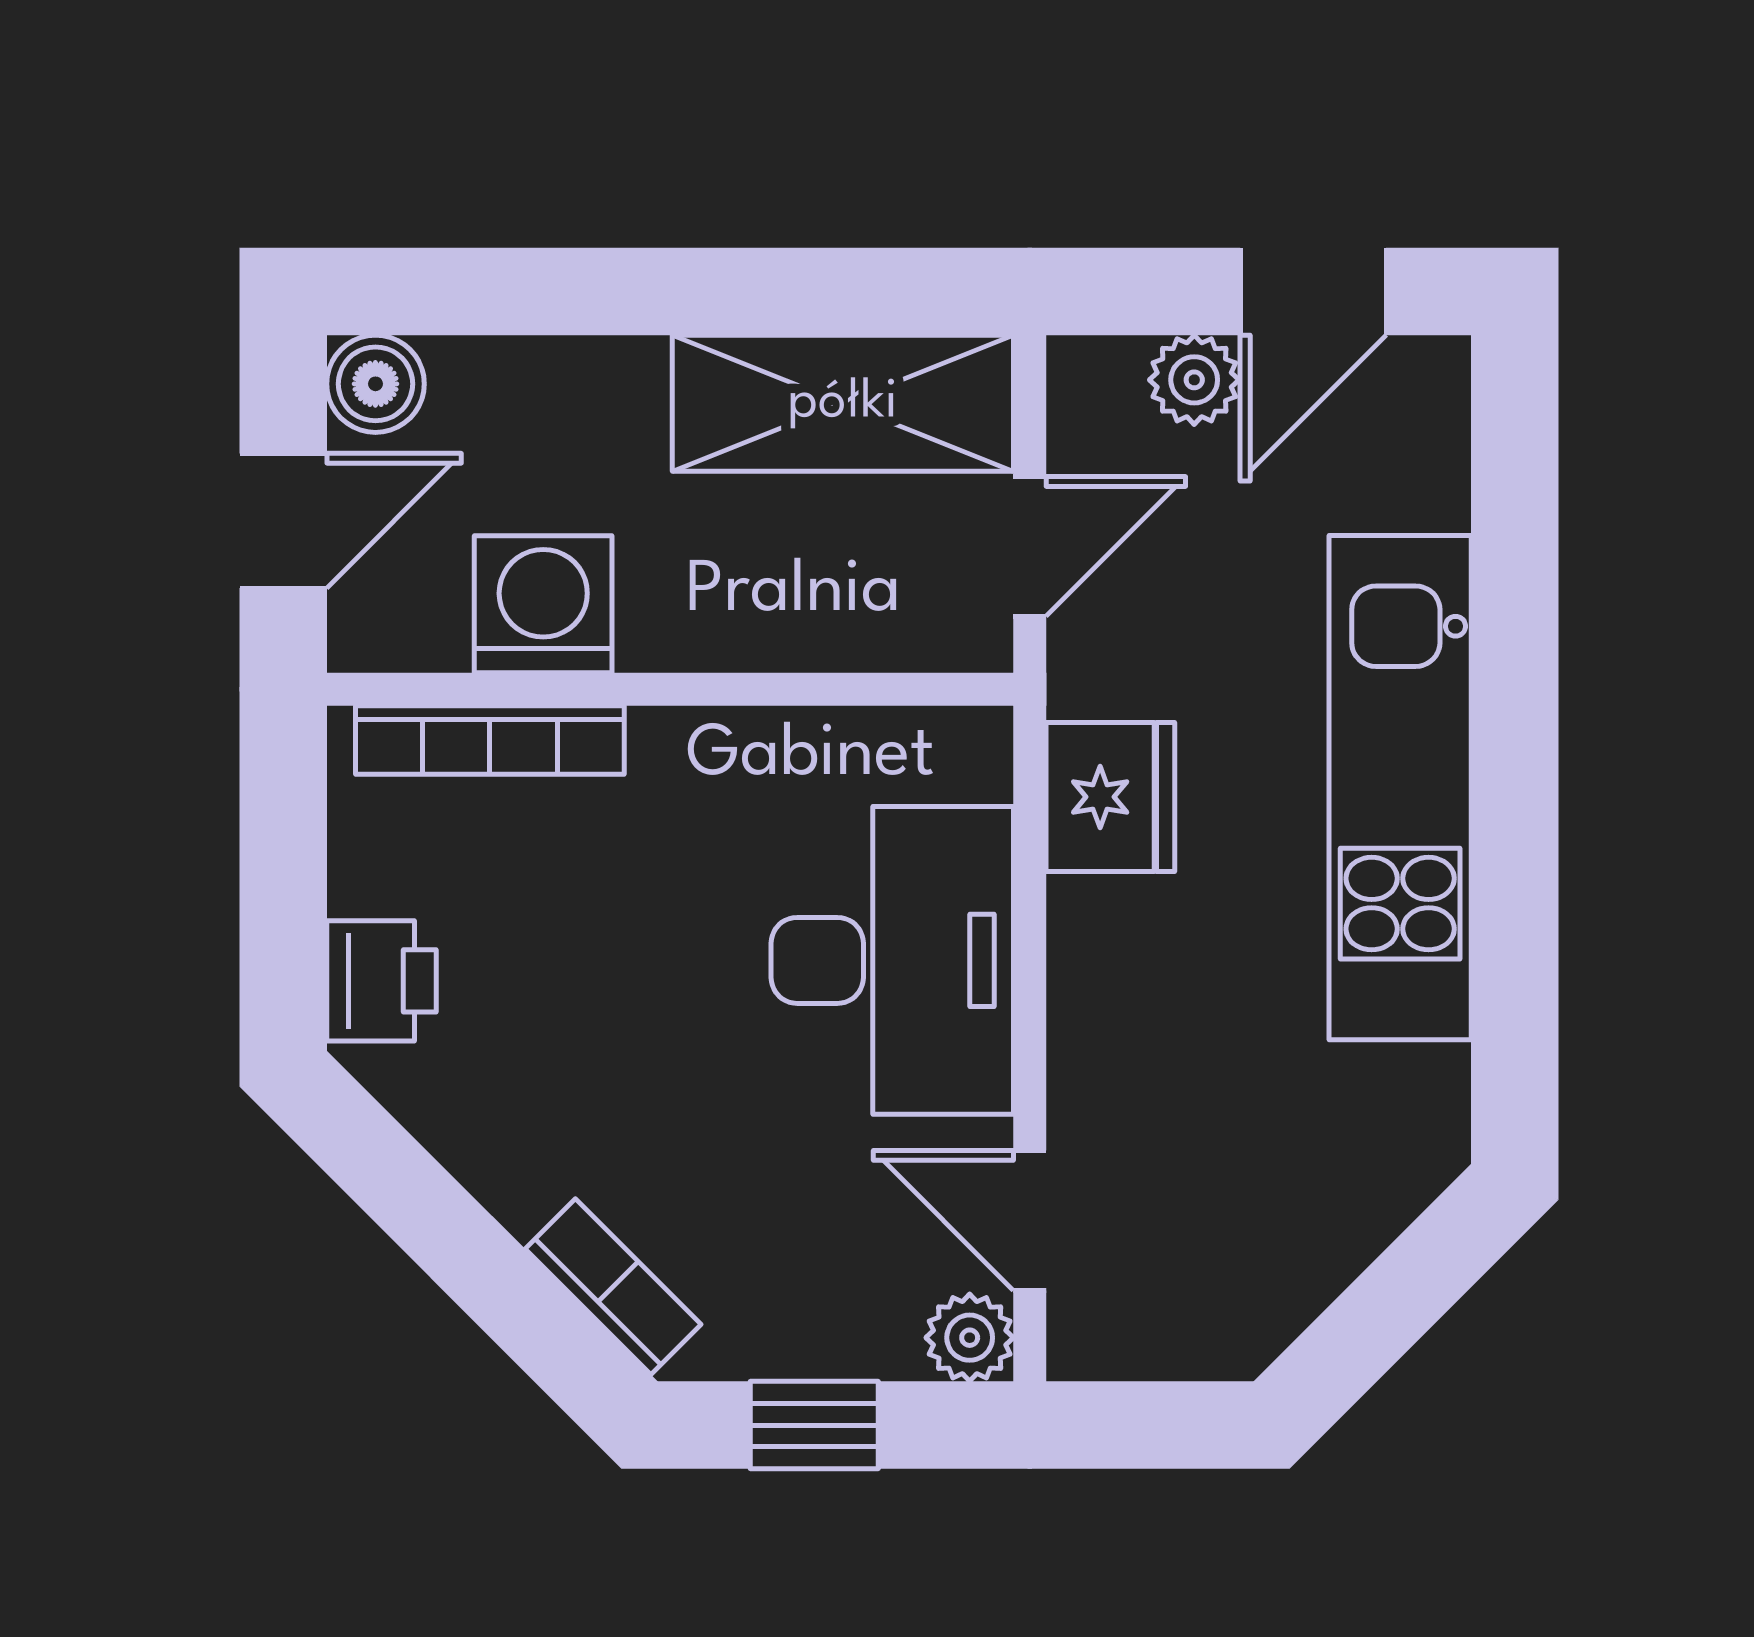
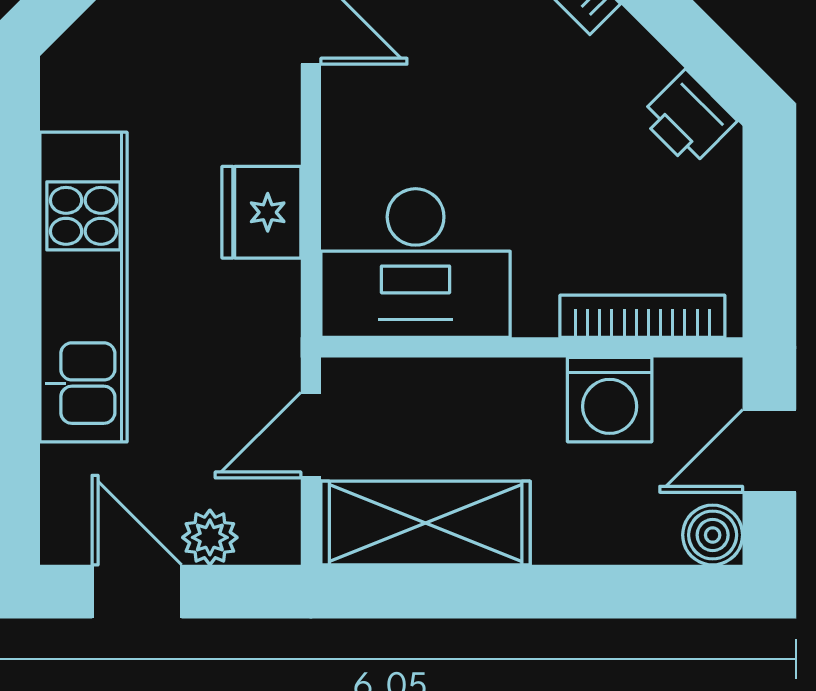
door: (1313, 292) -> (137, 592), hinge flipped
fridge: (1110, 797) -> (261, 212), moved
desk: (892, 960) -> (416, 263), moved, turned -90
printer: (381, 981) -> (688, 118), moved, turned -45

